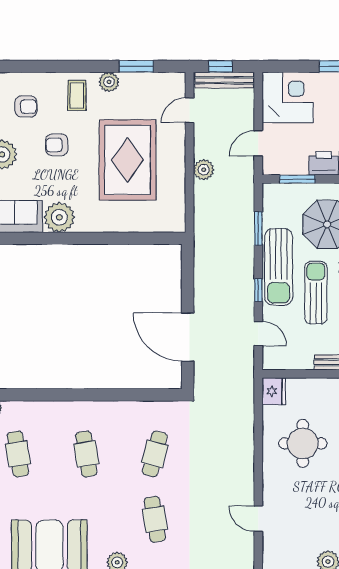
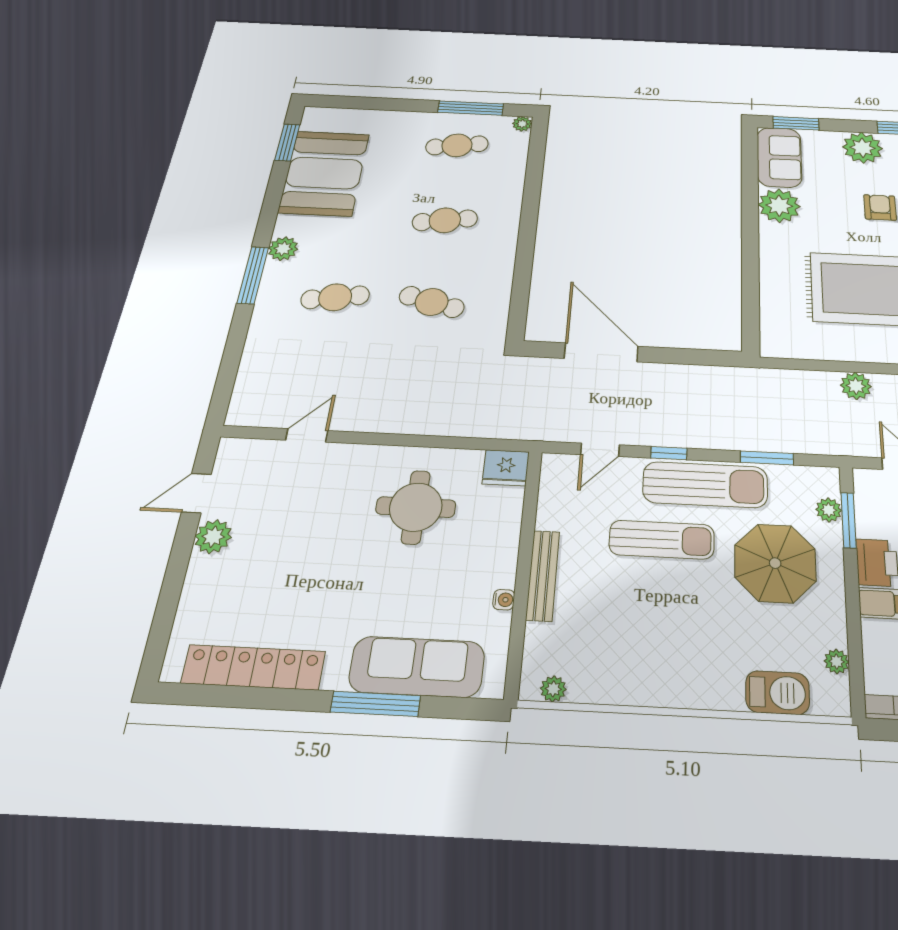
plant: (291, 191) -> (829, 510), added
sun lounger: (279, 267) -> (705, 485), turned 180
door: (188, 337) -> (601, 352), hinge flipped

